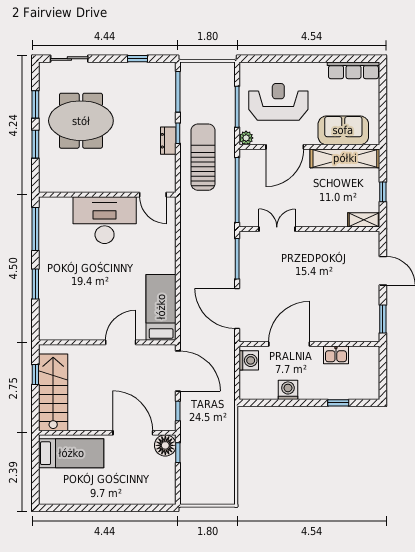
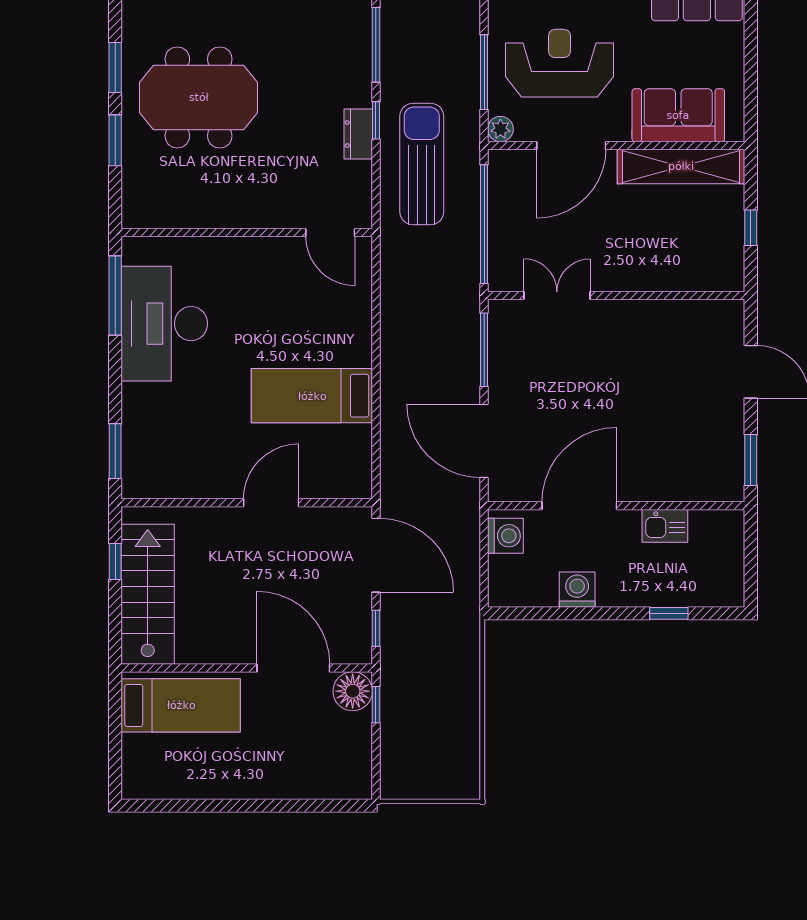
desk: (105, 220) -> (164, 324), moved, turned -90
shelving: (364, 220) -> (716, 279), removed
window: (35, 284) -> (115, 451), moved
bed: (161, 307) -> (312, 396), moved, turned -90

